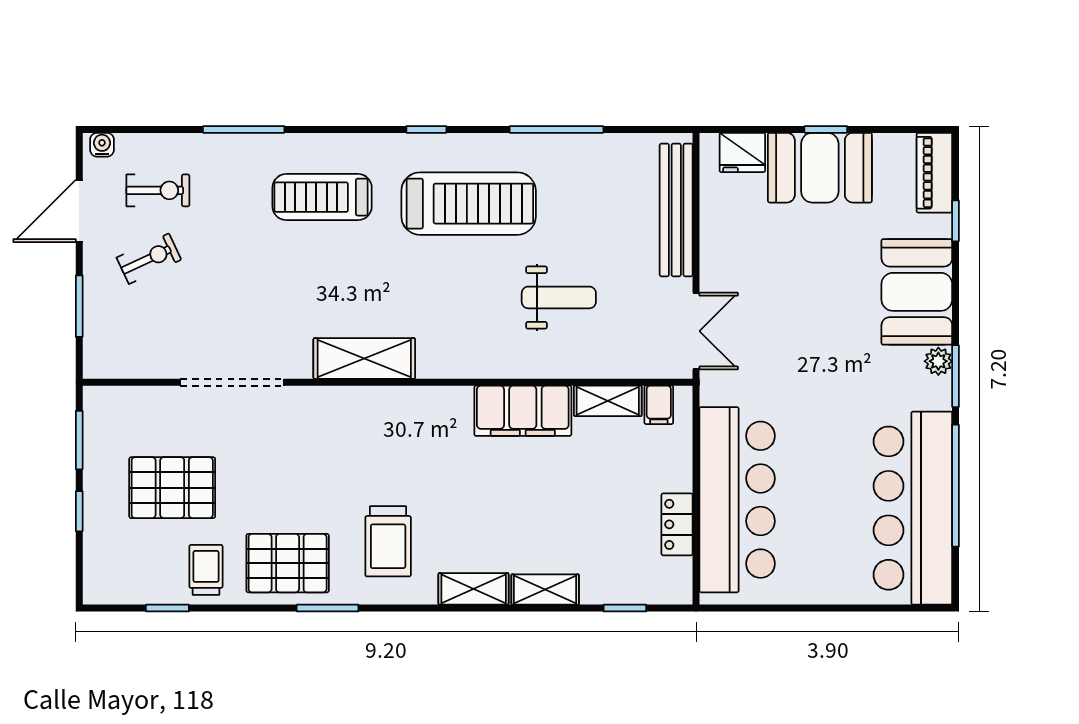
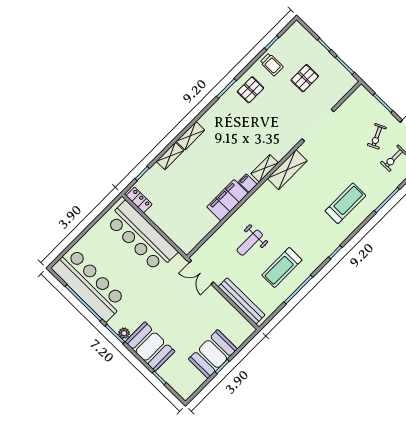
fridge: (742, 152) -> (239, 336), removed
piano: (934, 173) -> (179, 385), removed
treadmill: (469, 204) -> (282, 267), moved, width x0.73, depth x0.73
shelving: (608, 401) -> (265, 168), moved
filing cabinet: (659, 405) -> (248, 183), moved
pallet: (172, 488) -> (305, 78), width x0.67, depth x0.71
locker: (677, 524) -> (139, 200), moved
trolley: (388, 541) -> (228, 125), removed
pallet: (288, 563) -> (250, 90), width x0.67, depth x0.71

